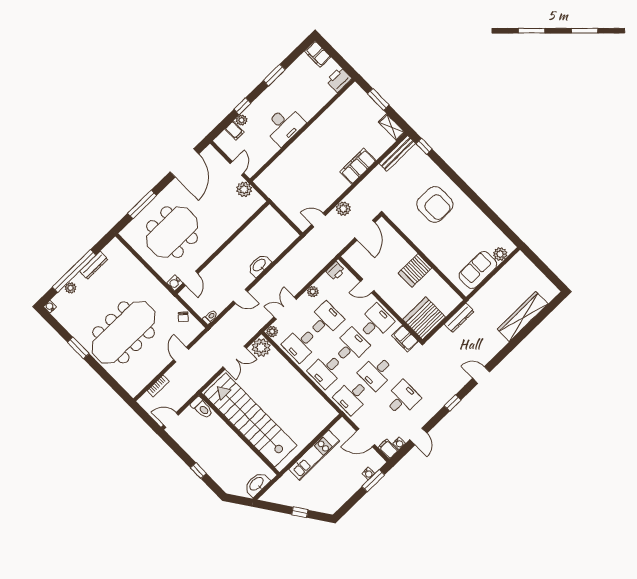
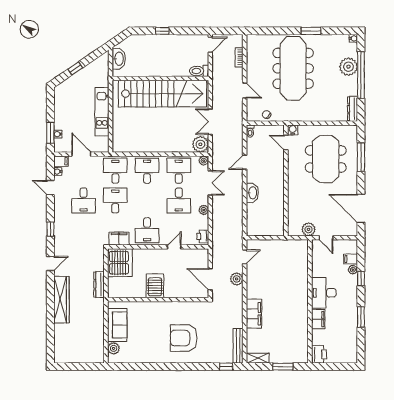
filing cabinet: (318, 54) -> (318, 319), moved, turned 90
dresser: (94, 265) -> (353, 109), moved
plant: (70, 288) -> (348, 67), width x1.88, depth x1.88
wardrobe: (523, 316) -> (61, 300), moved
desk: (351, 346) -> (147, 200), removed
door: (366, 438) -> (81, 154), hinge flipped

